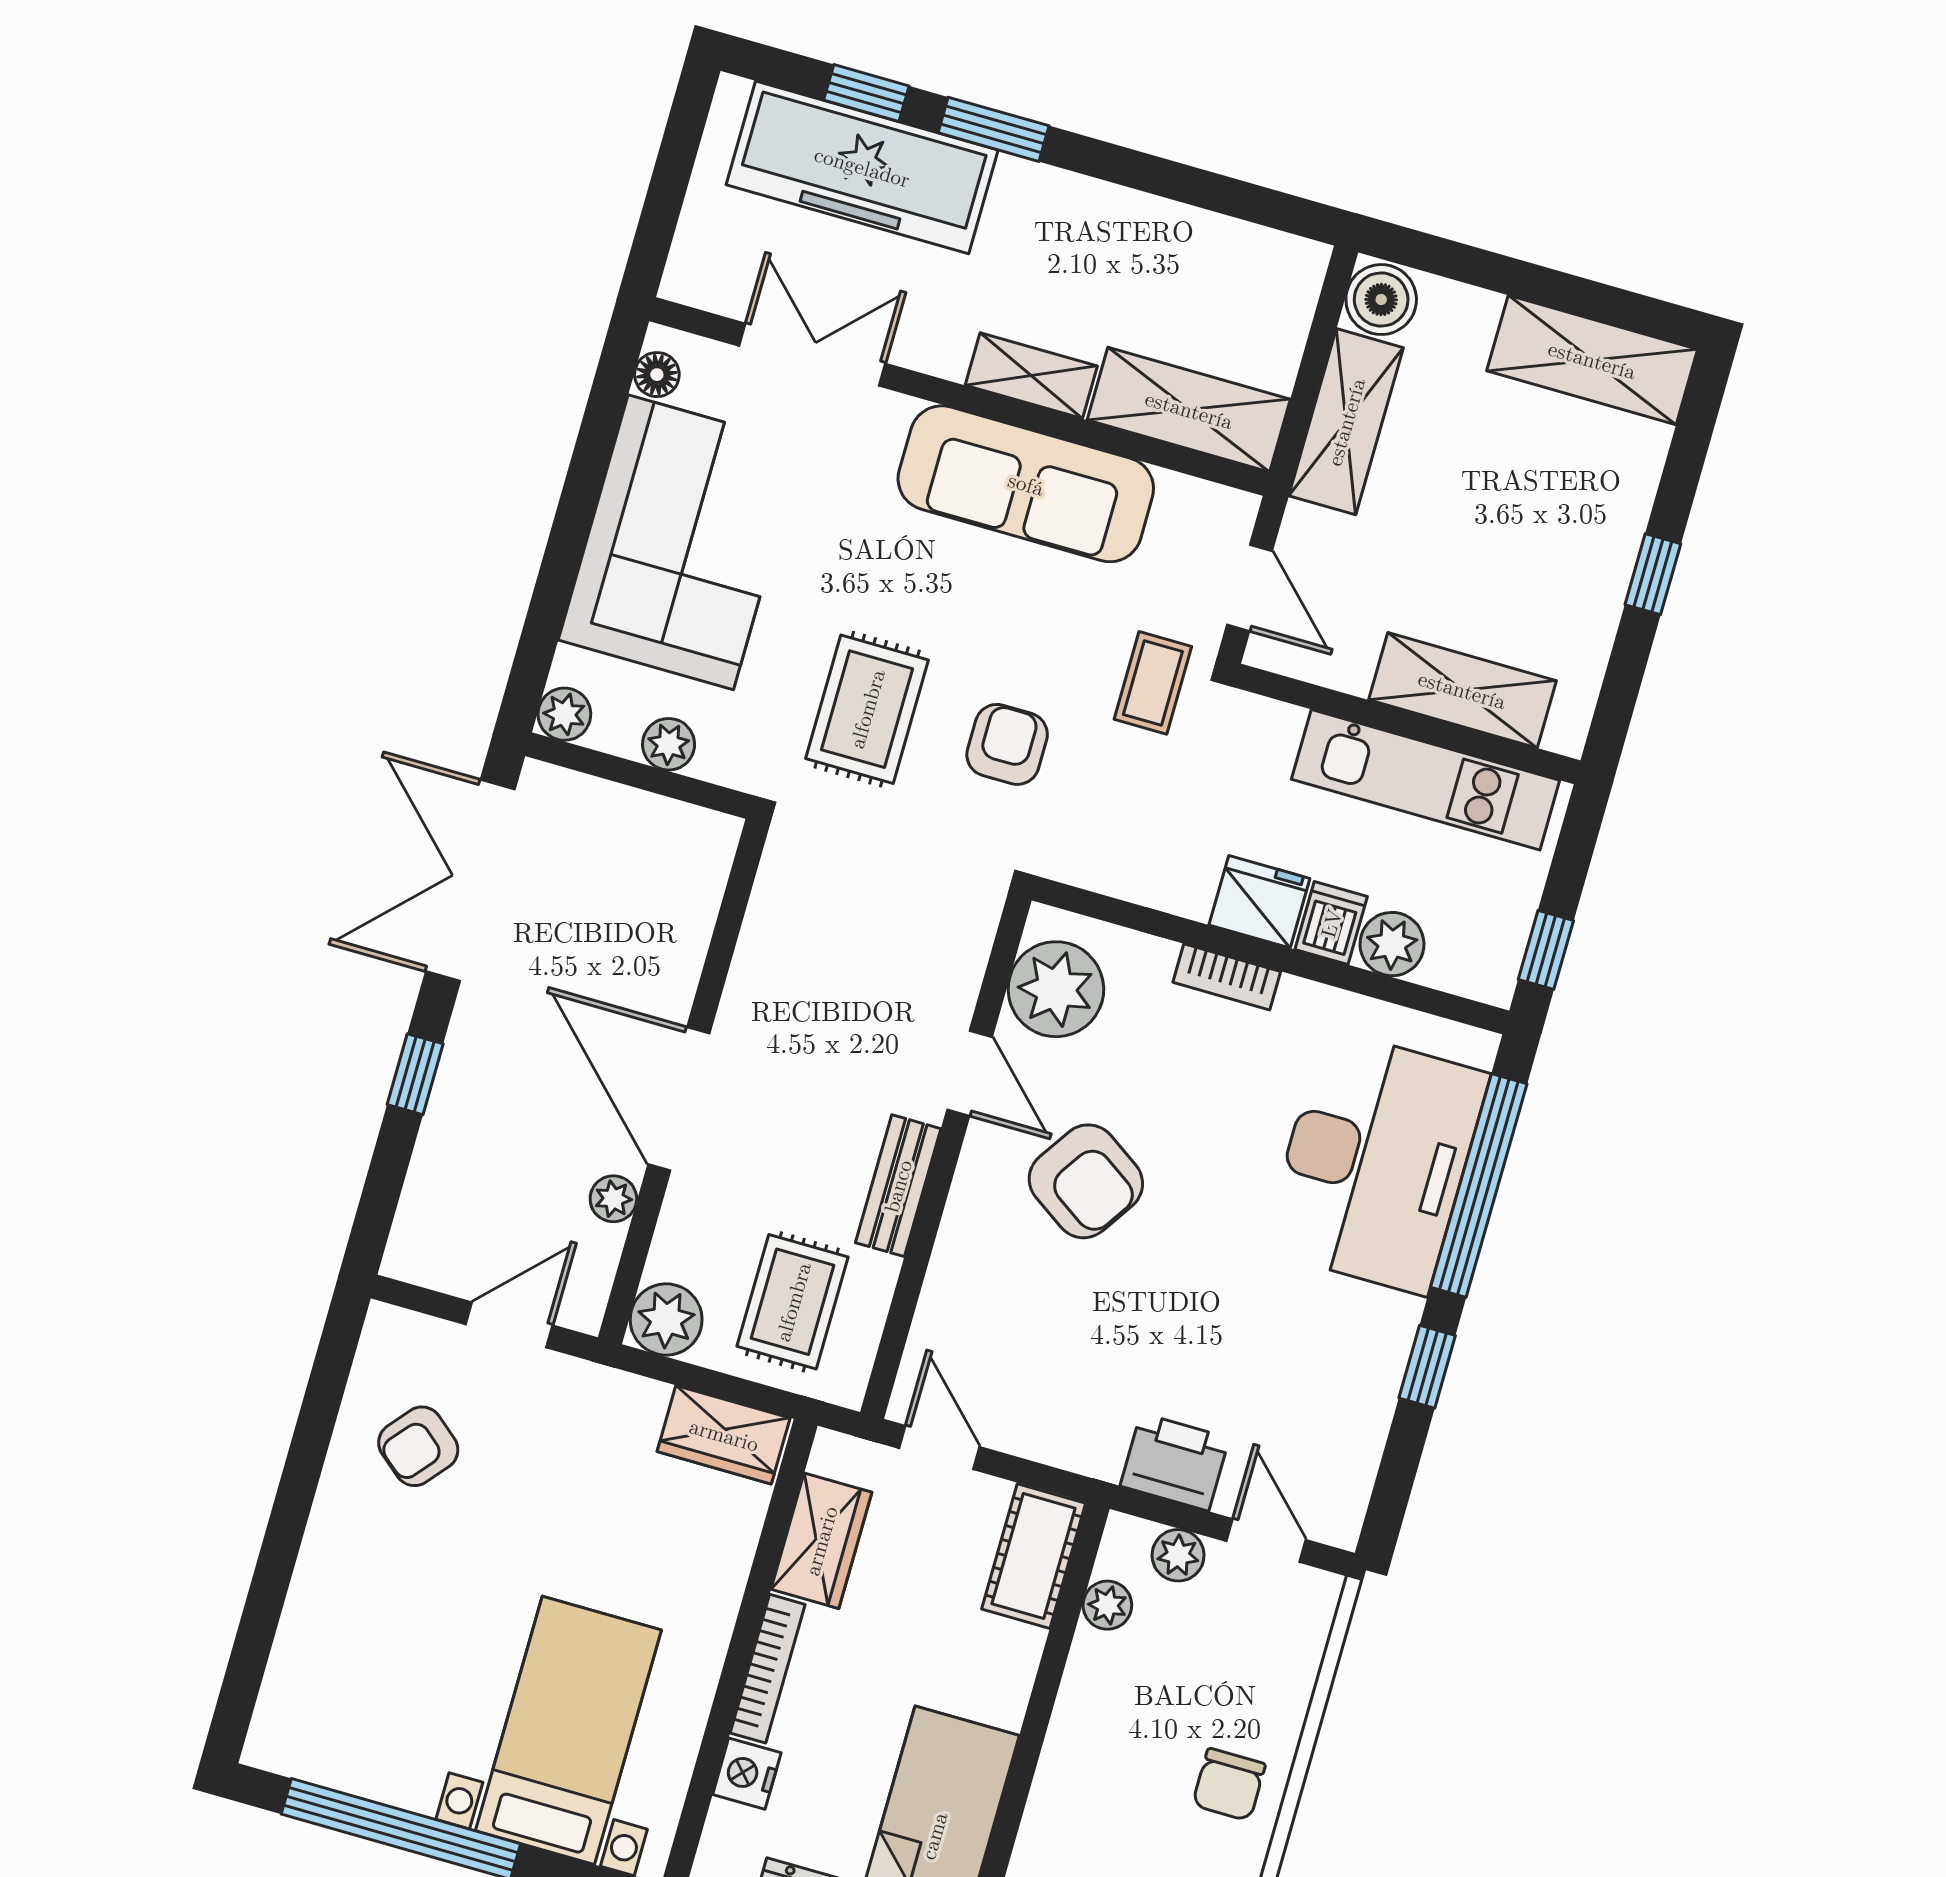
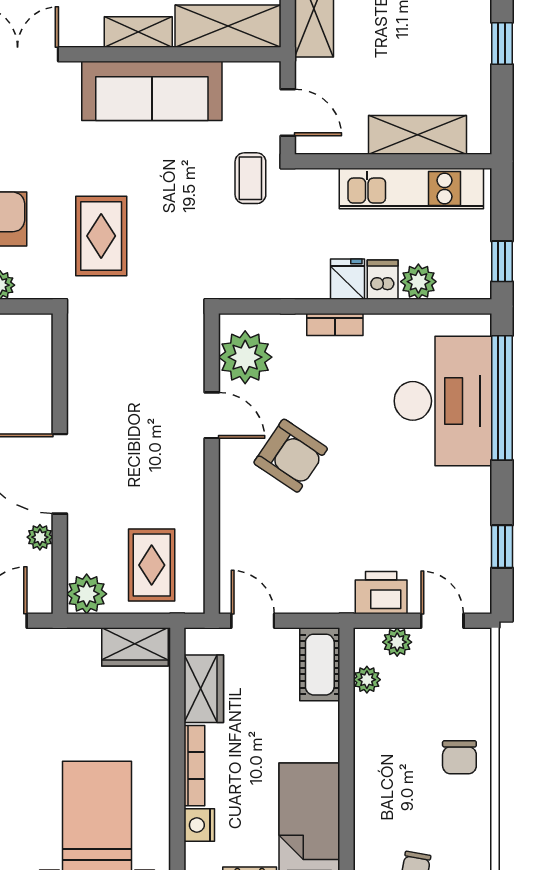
armchair: (1007, 744) -> (182, 233), removed
fridge: (1259, 902) -> (348, 279), width x0.72
bench: (898, 1186) -> (191, 487), removed
window: (1427, 1367) -> (502, 547), moved

